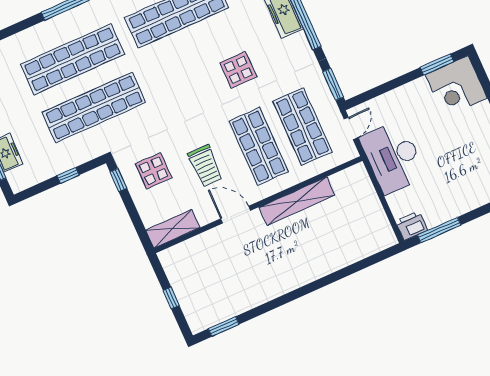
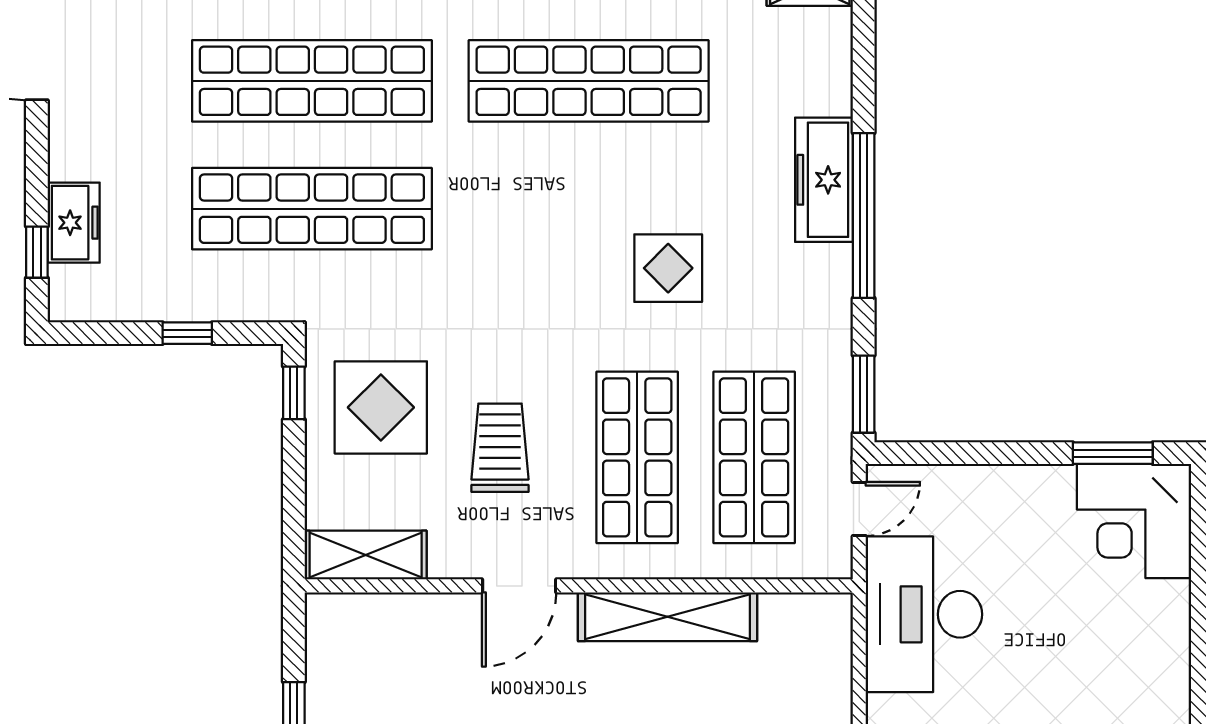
trolley: (205, 166) -> (500, 448), turned 180
display table: (154, 171) -> (381, 407), width x1.36, depth x1.36
door: (236, 215) -> (519, 586), swing flipped

